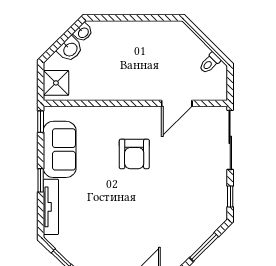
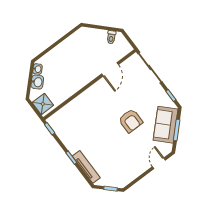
sofa: (60, 149) -> (166, 125), moved, turned -135
armchair: (134, 154) -> (131, 121), moved

